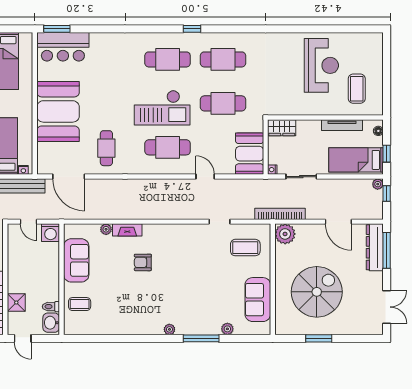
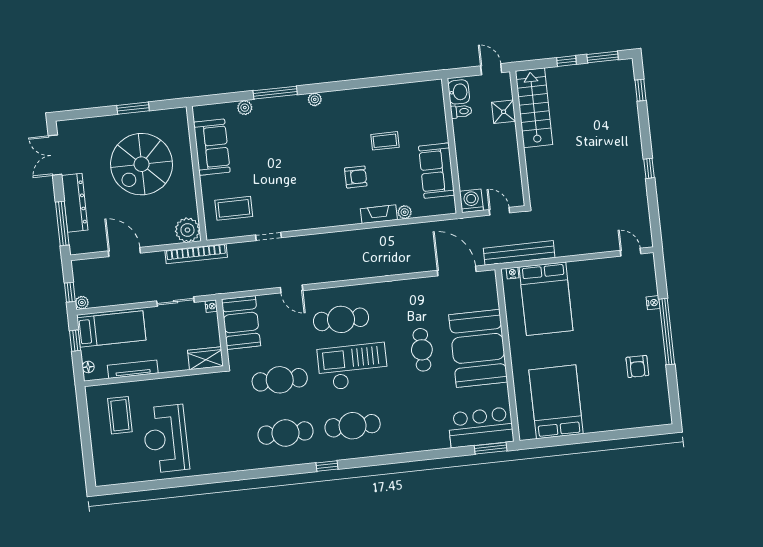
cafe table: (106, 148) -> (422, 350), moved
dresser: (375, 247) -> (75, 203), moved
coffee table: (80, 304) -> (385, 141), moved

